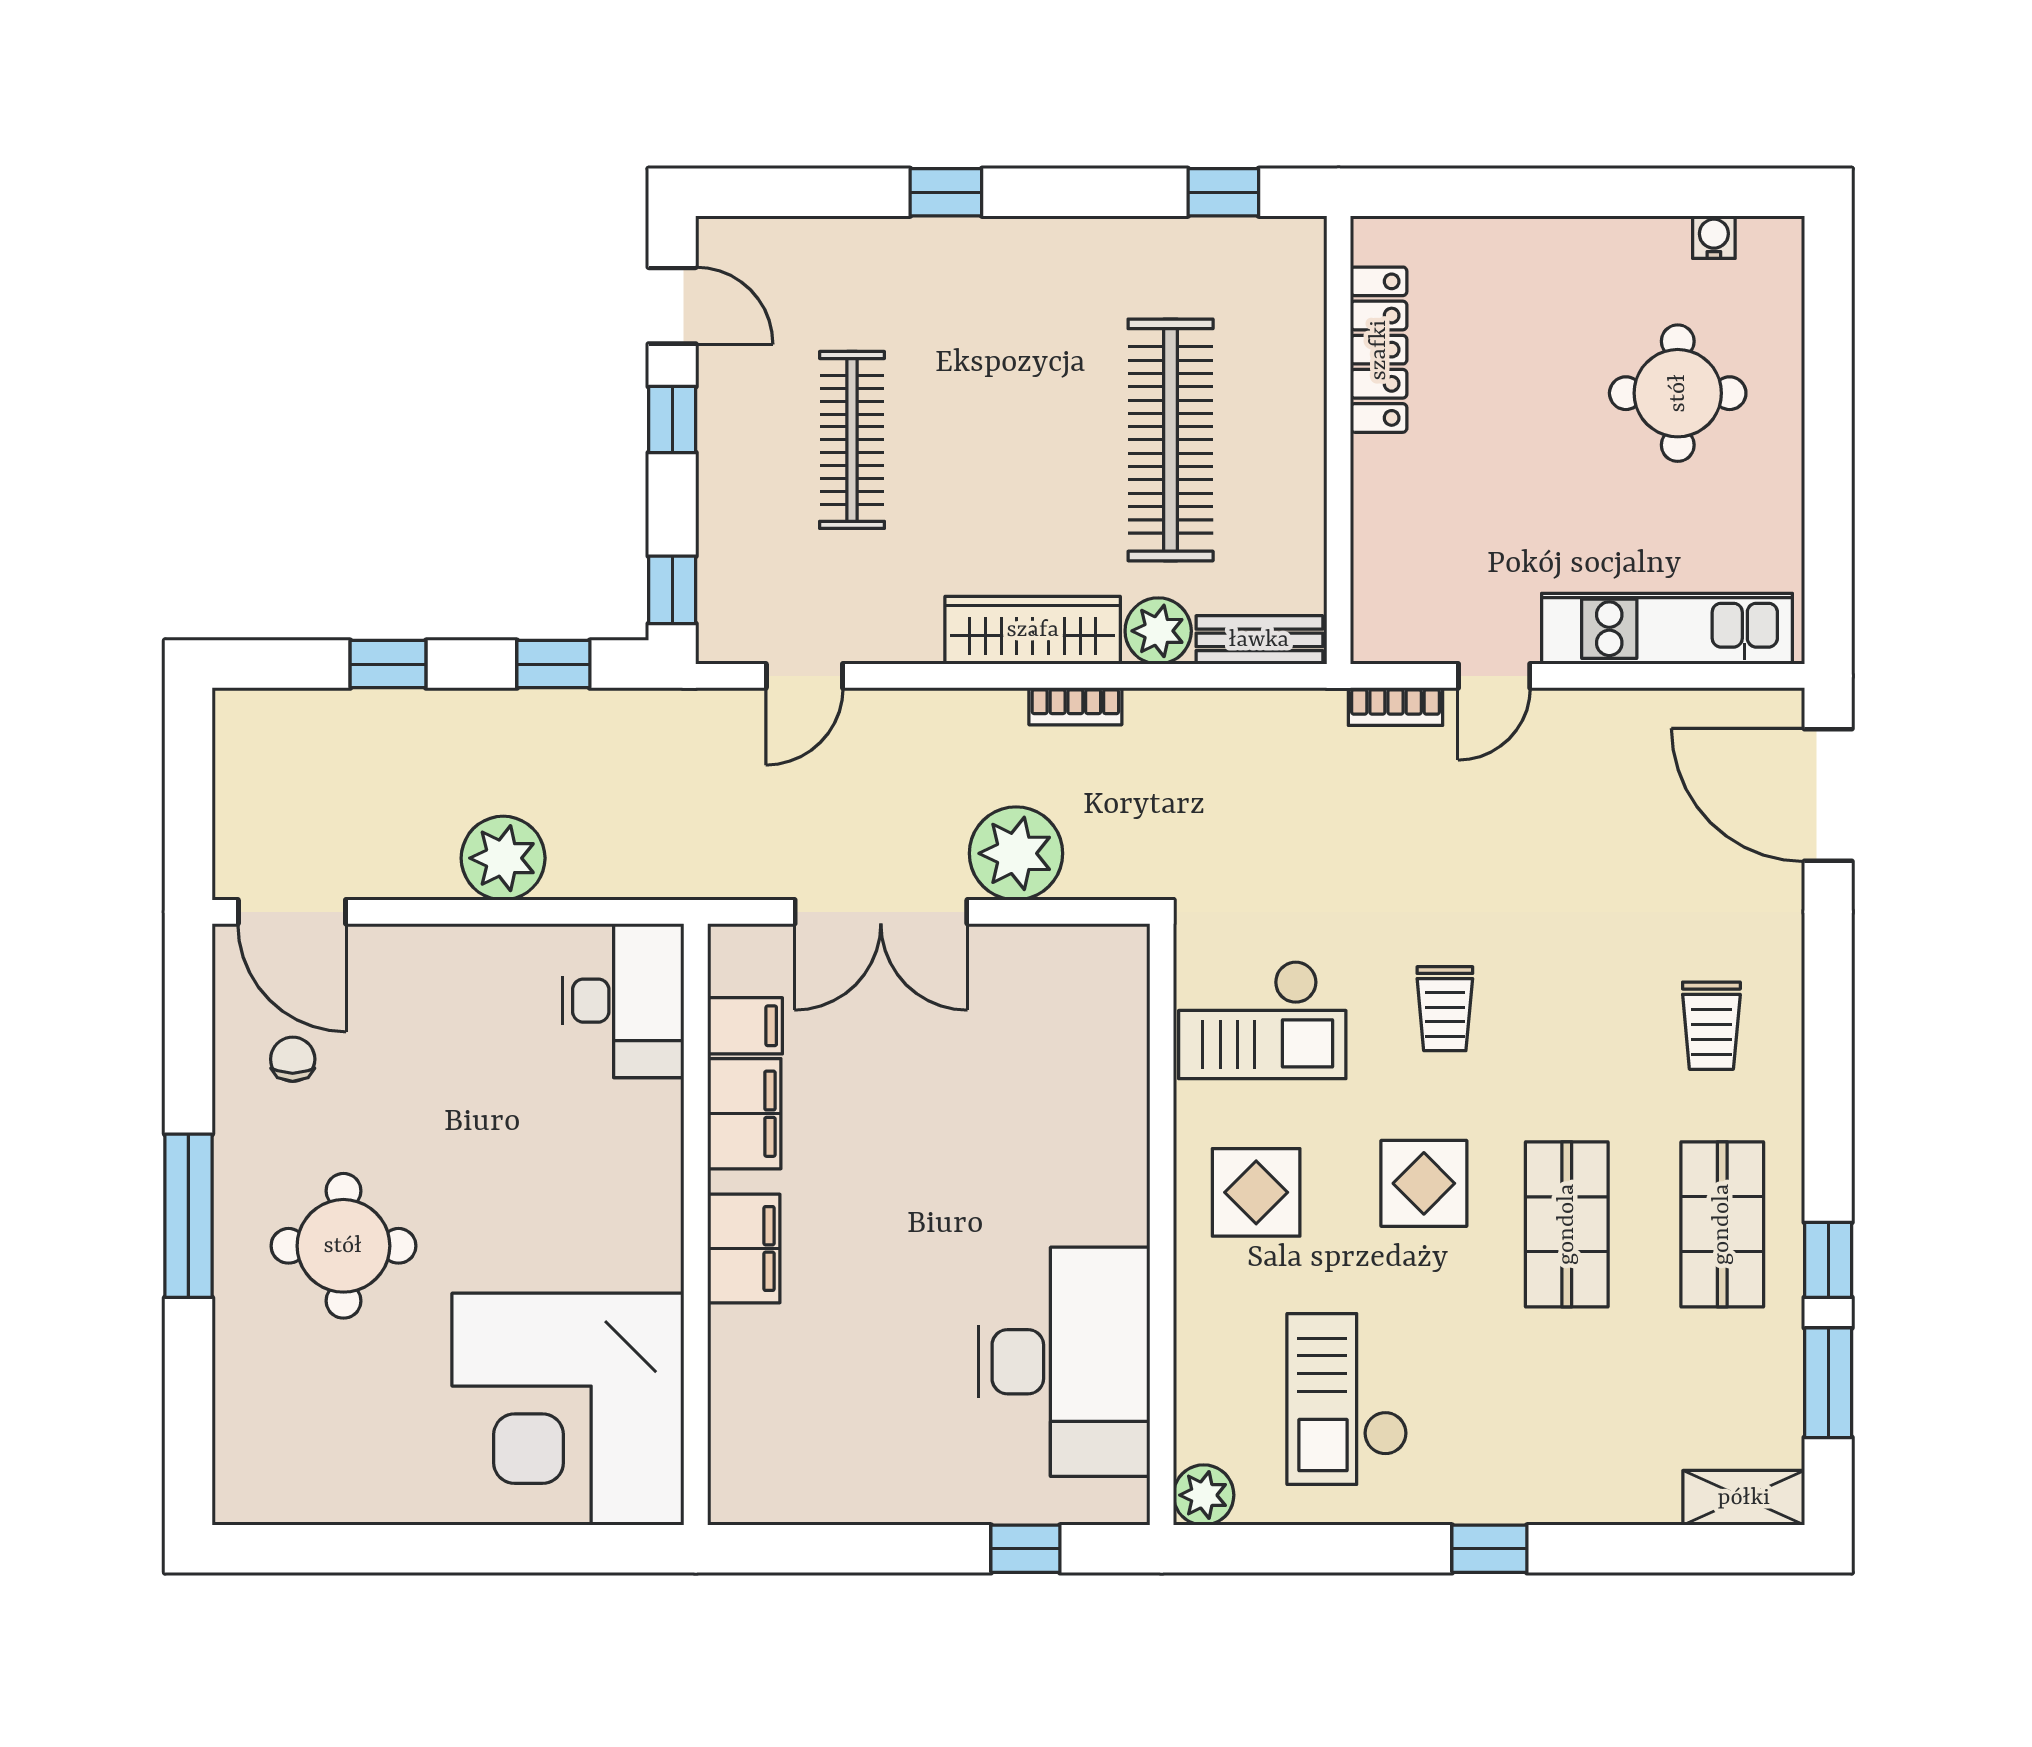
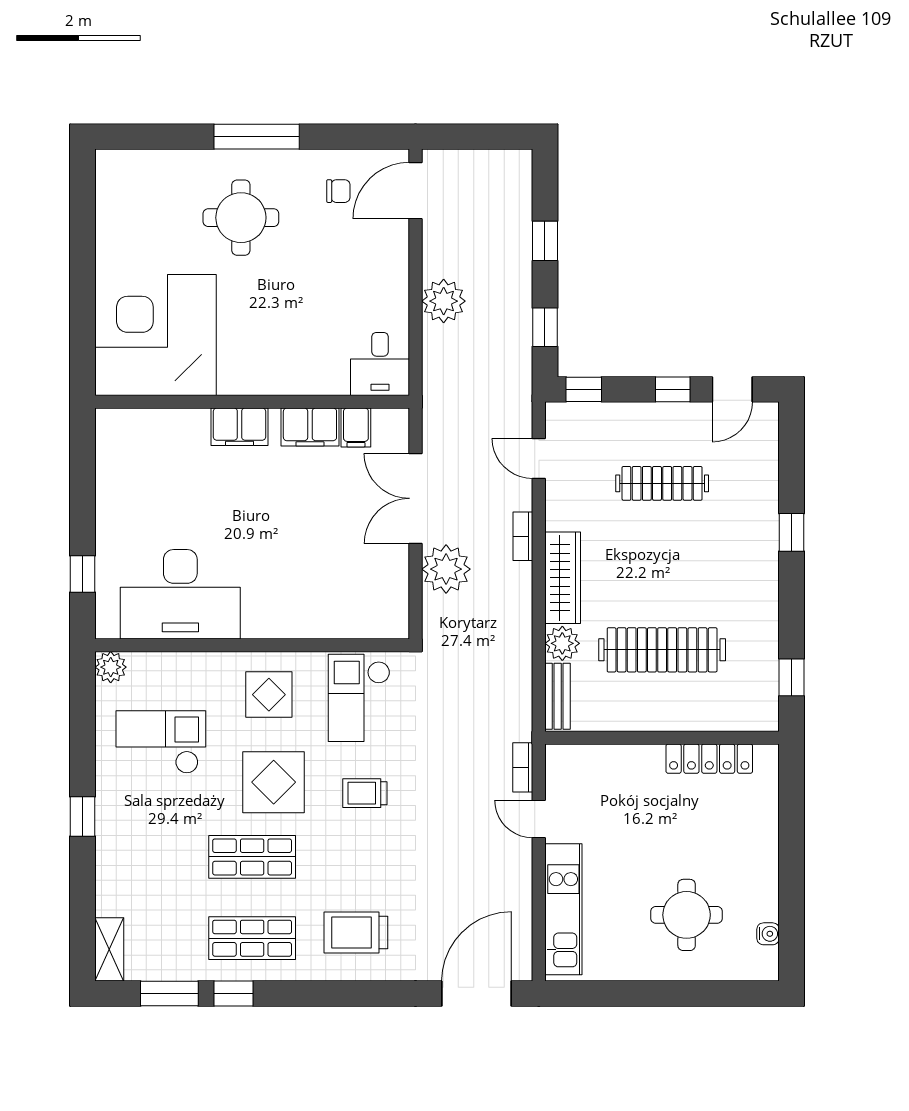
bookcase: (1075, 706) -> (523, 536), moved
desk: (623, 1001) -> (380, 364), width x0.73
trolley: (1711, 1026) -> (356, 933), width x1.36, depth x1.39
display table: (1424, 1183) -> (274, 782), width x1.36, depth x1.36

